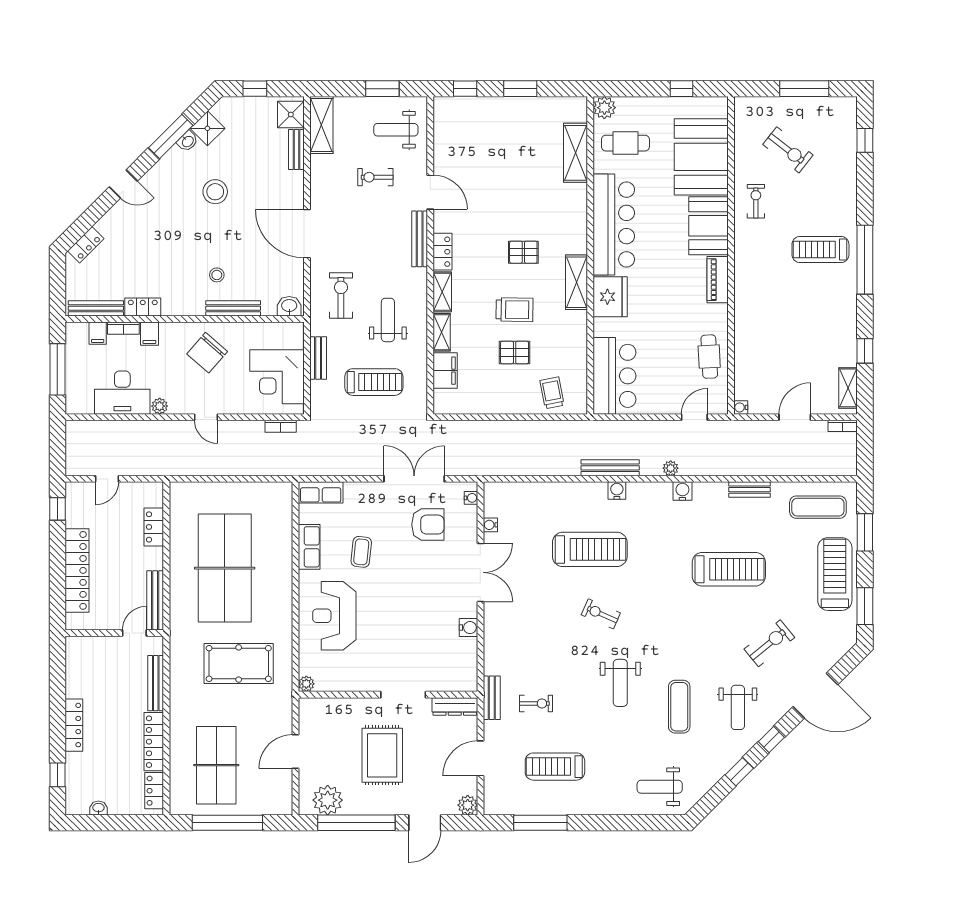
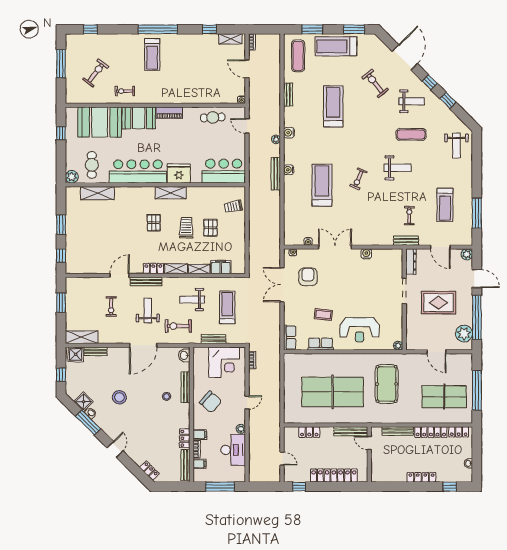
weight bench: (396, 130) -> (148, 311), moved, turned 180

